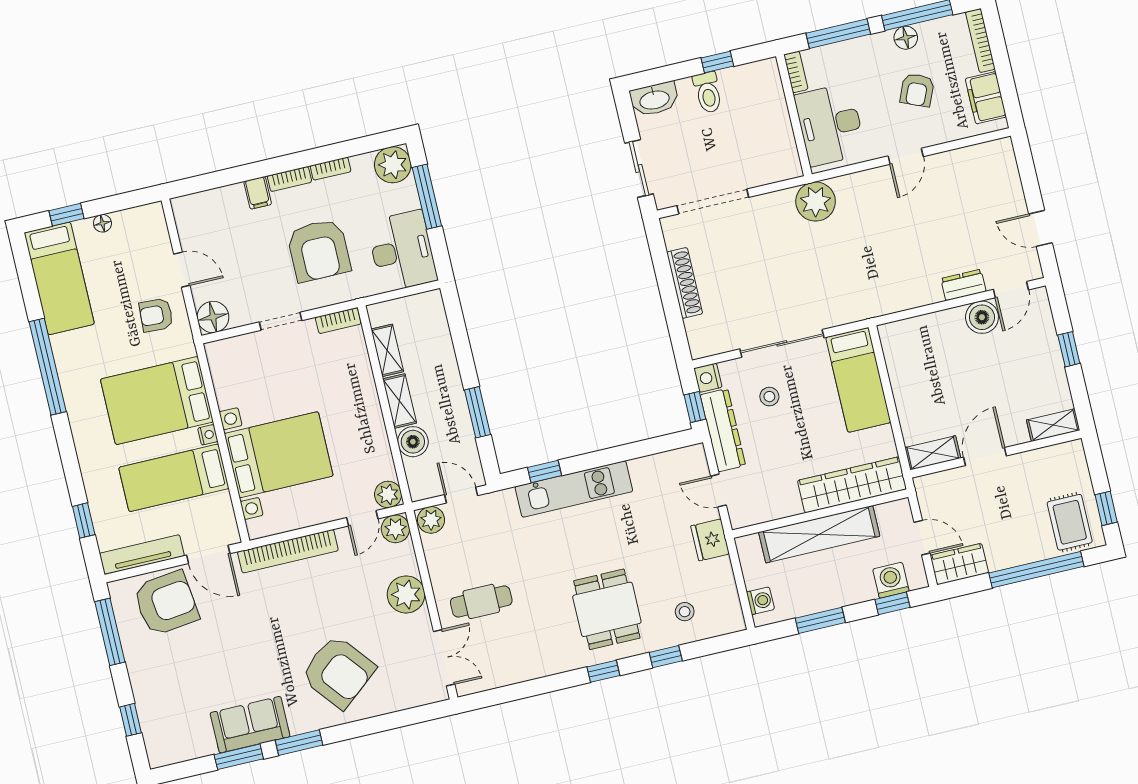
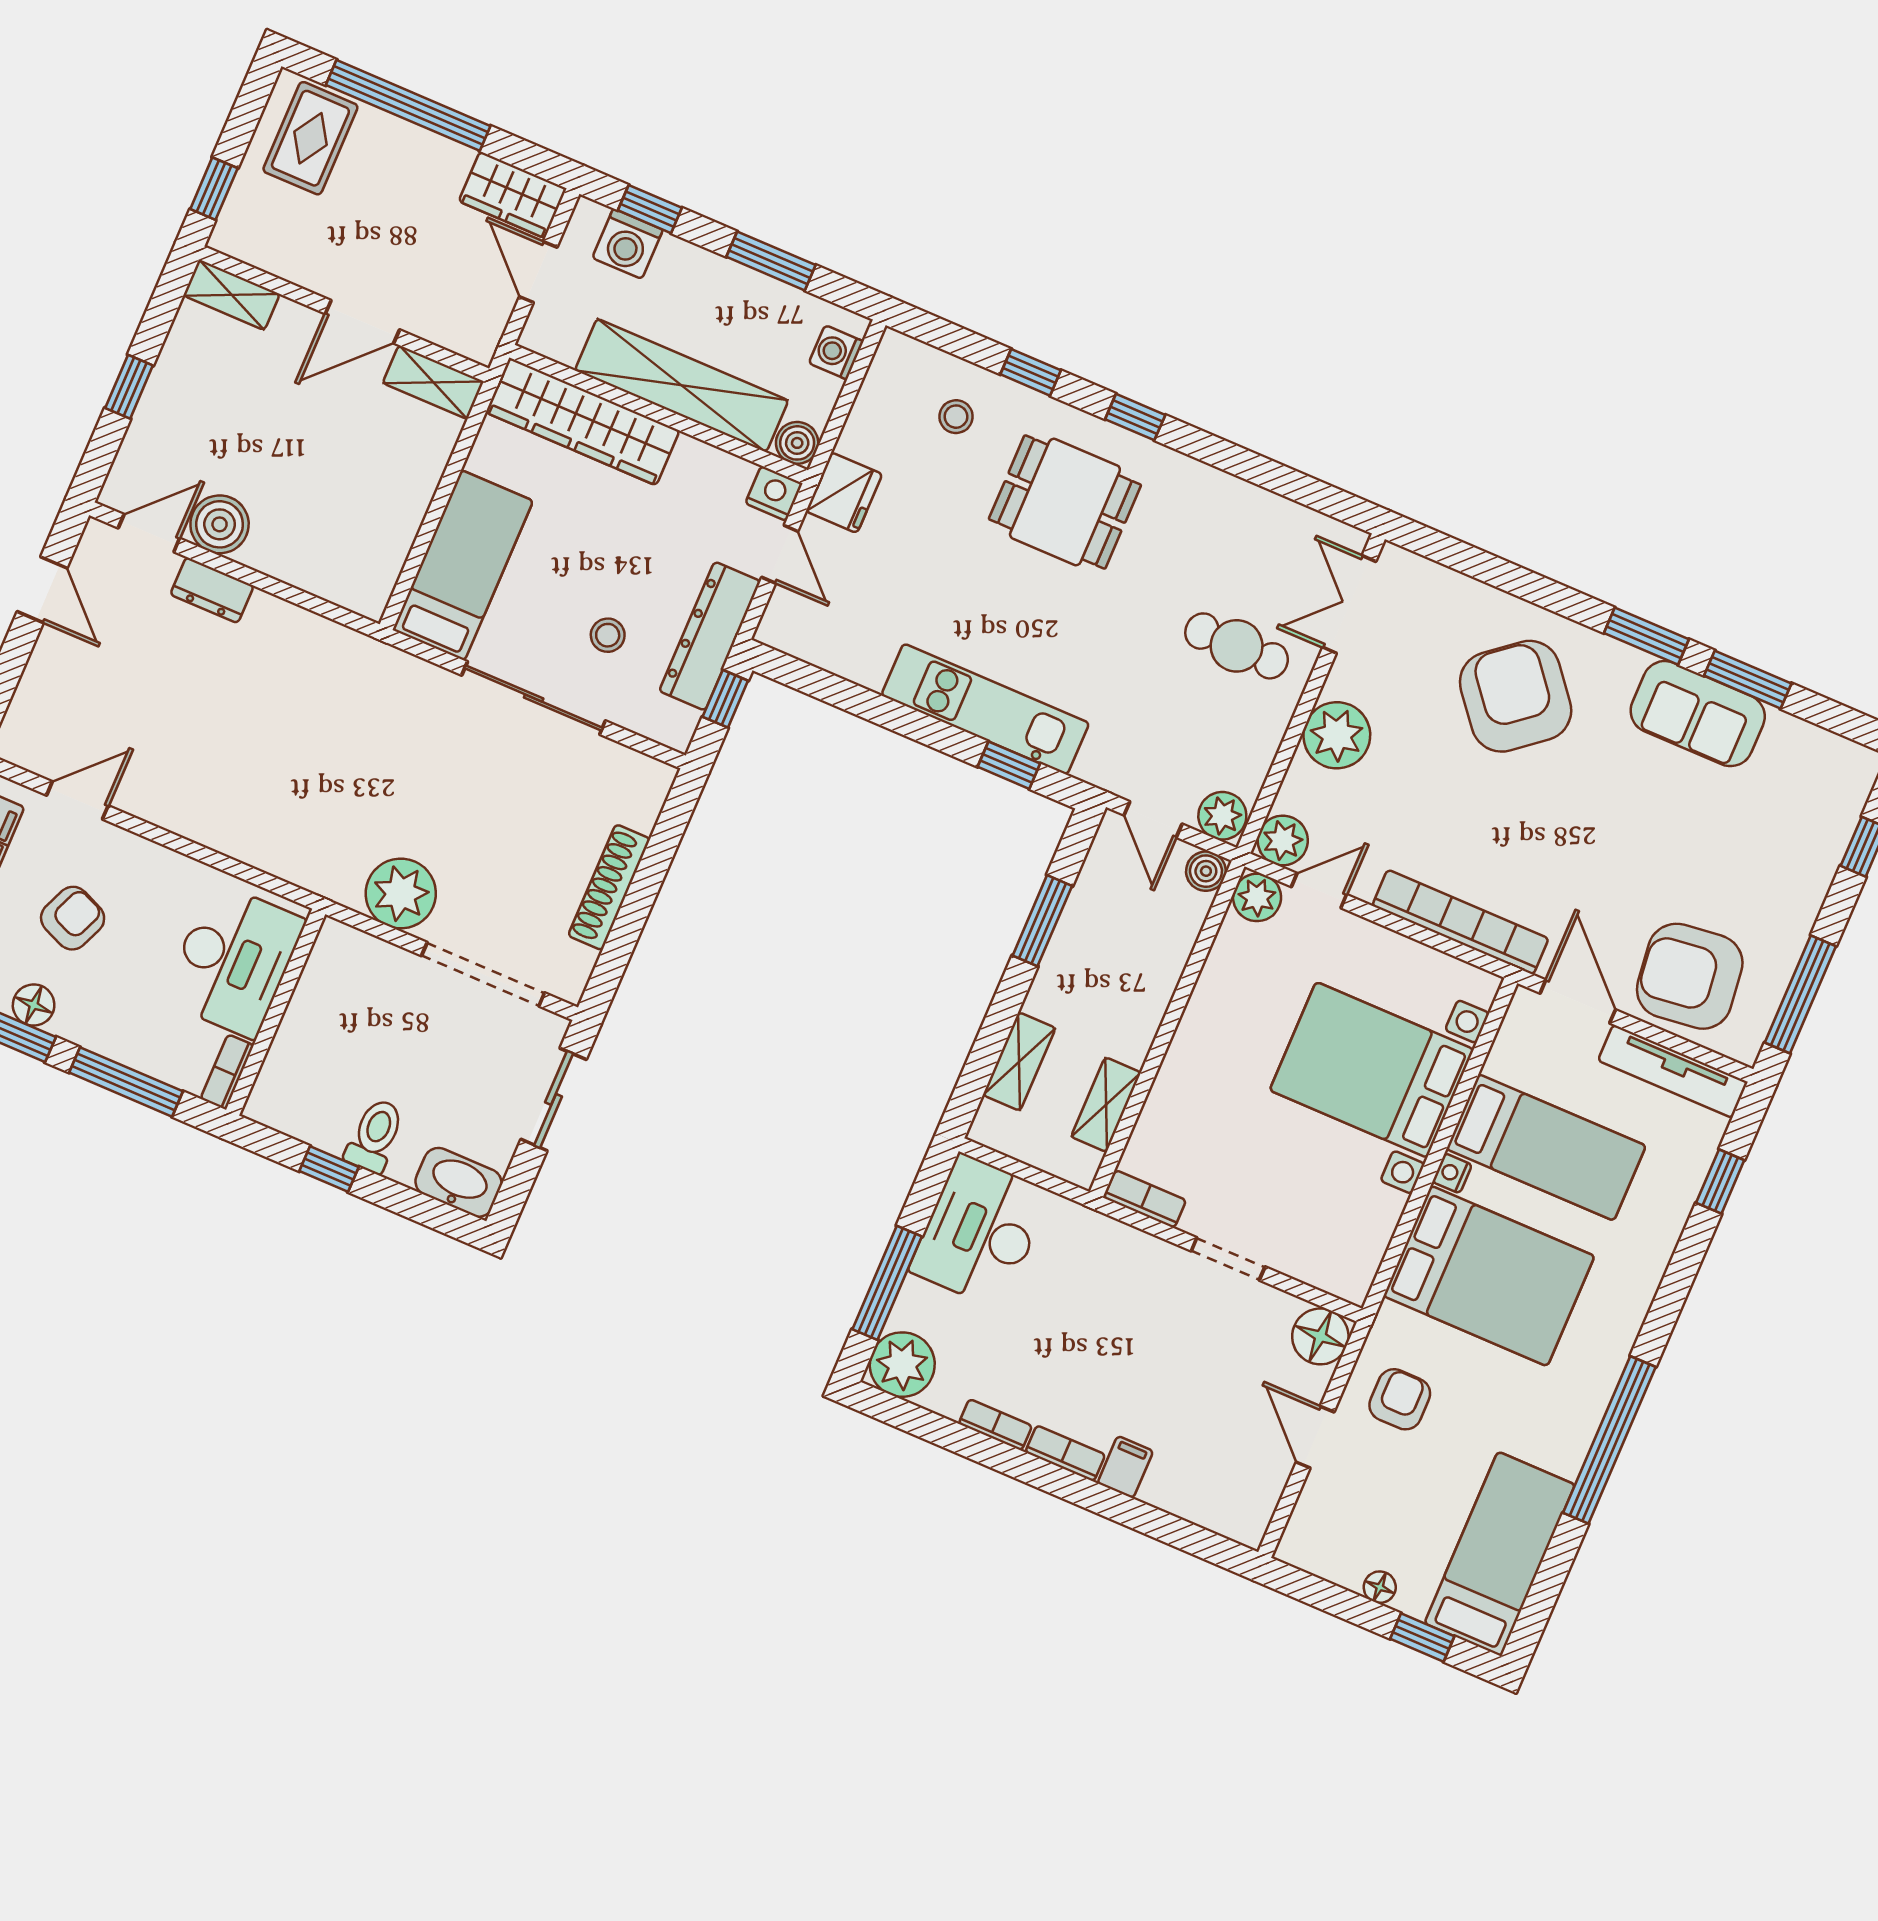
door: (906, 156) -> (77, 800), moved
plant: (816, 202) -> (401, 893), moved
armchair: (319, 250) -> (1099, 1320), removed
armchair: (156, 315) -> (1400, 1399), turned -93
nightstand: (708, 378) -> (774, 493), moved, turned -90
shelving: (400, 401) -> (1019, 1061), moved
boiler: (413, 442) -> (1206, 871), moved, width x0.73, depth x0.73
window: (1106, 508) -> (214, 189), moved
boiler: (748, 547) -> (797, 443), added
dining table: (607, 609) -> (1065, 502), turned 90

